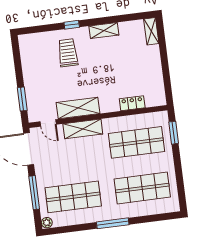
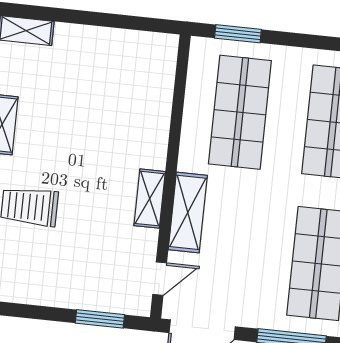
locker: (132, 103) -> (160, 102), removed
shelving: (78, 108) -> (150, 199), width x0.67, depth x0.75

